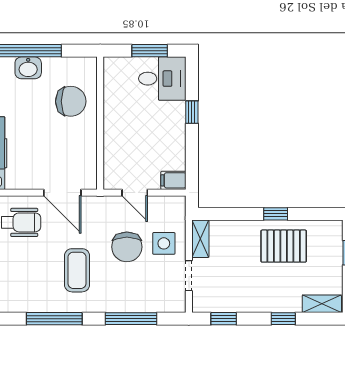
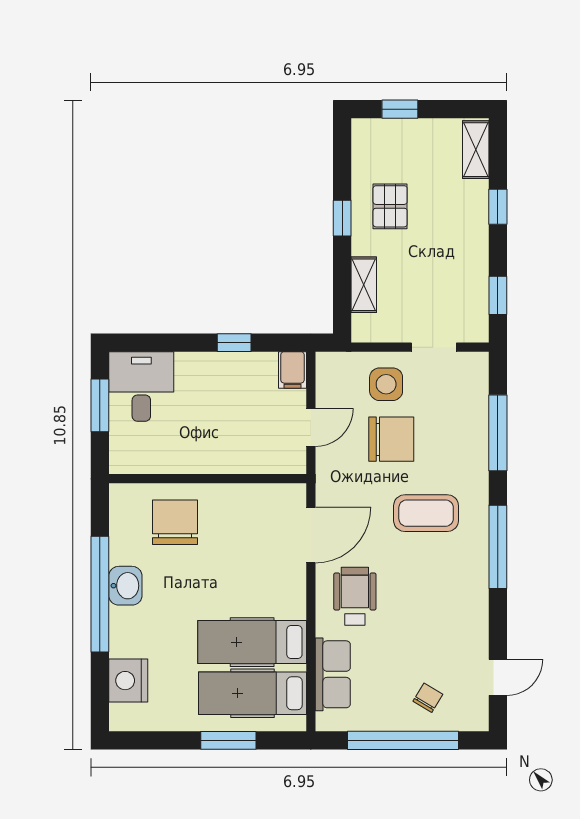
window: (192, 112) -> (234, 343), moved
shelving: (200, 239) -> (364, 285), moved, turned 90
pallet: (284, 246) -> (390, 206), width x0.67, depth x0.71

